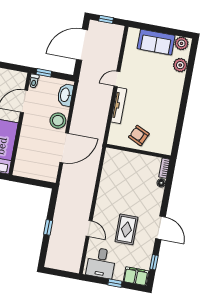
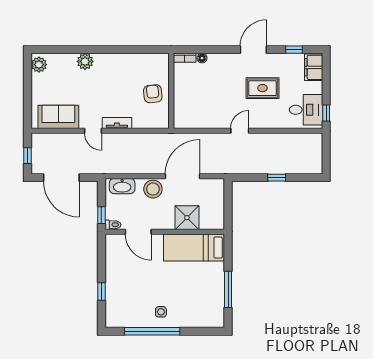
sofa: (156, 42) -> (58, 117), moved, turned -90
plant: (180, 65) -> (85, 61), moved
tv unit: (119, 105) -> (117, 123), width x0.71
armchair: (139, 135) -> (153, 94), turned 149
shower: (28, 145) -> (187, 218), added
door: (64, 148) -> (183, 176), hinge flipped
door: (89, 229) -> (240, 131), moved
window: (115, 283) -> (326, 113), moved

